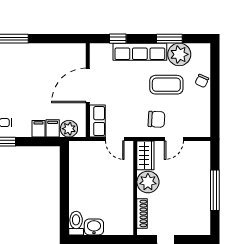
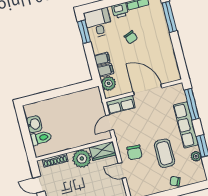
window: (118, 39) -> (192, 104), width x2.17
plant: (179, 54) -> (196, 156), width x0.53, depth x0.53
chair: (22, 89) -> (131, 37), added
toilet: (76, 223) -> (41, 138), moved

